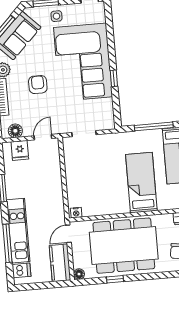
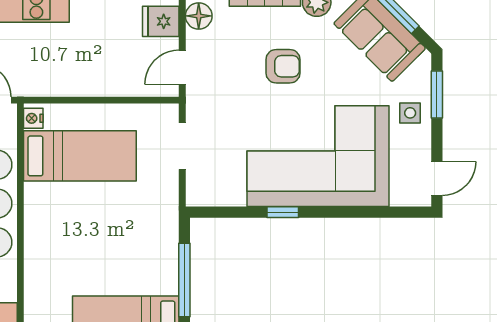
door: (43, 137) -> (182, 67), swing flipped
bed: (141, 183) -> (80, 156), moved

